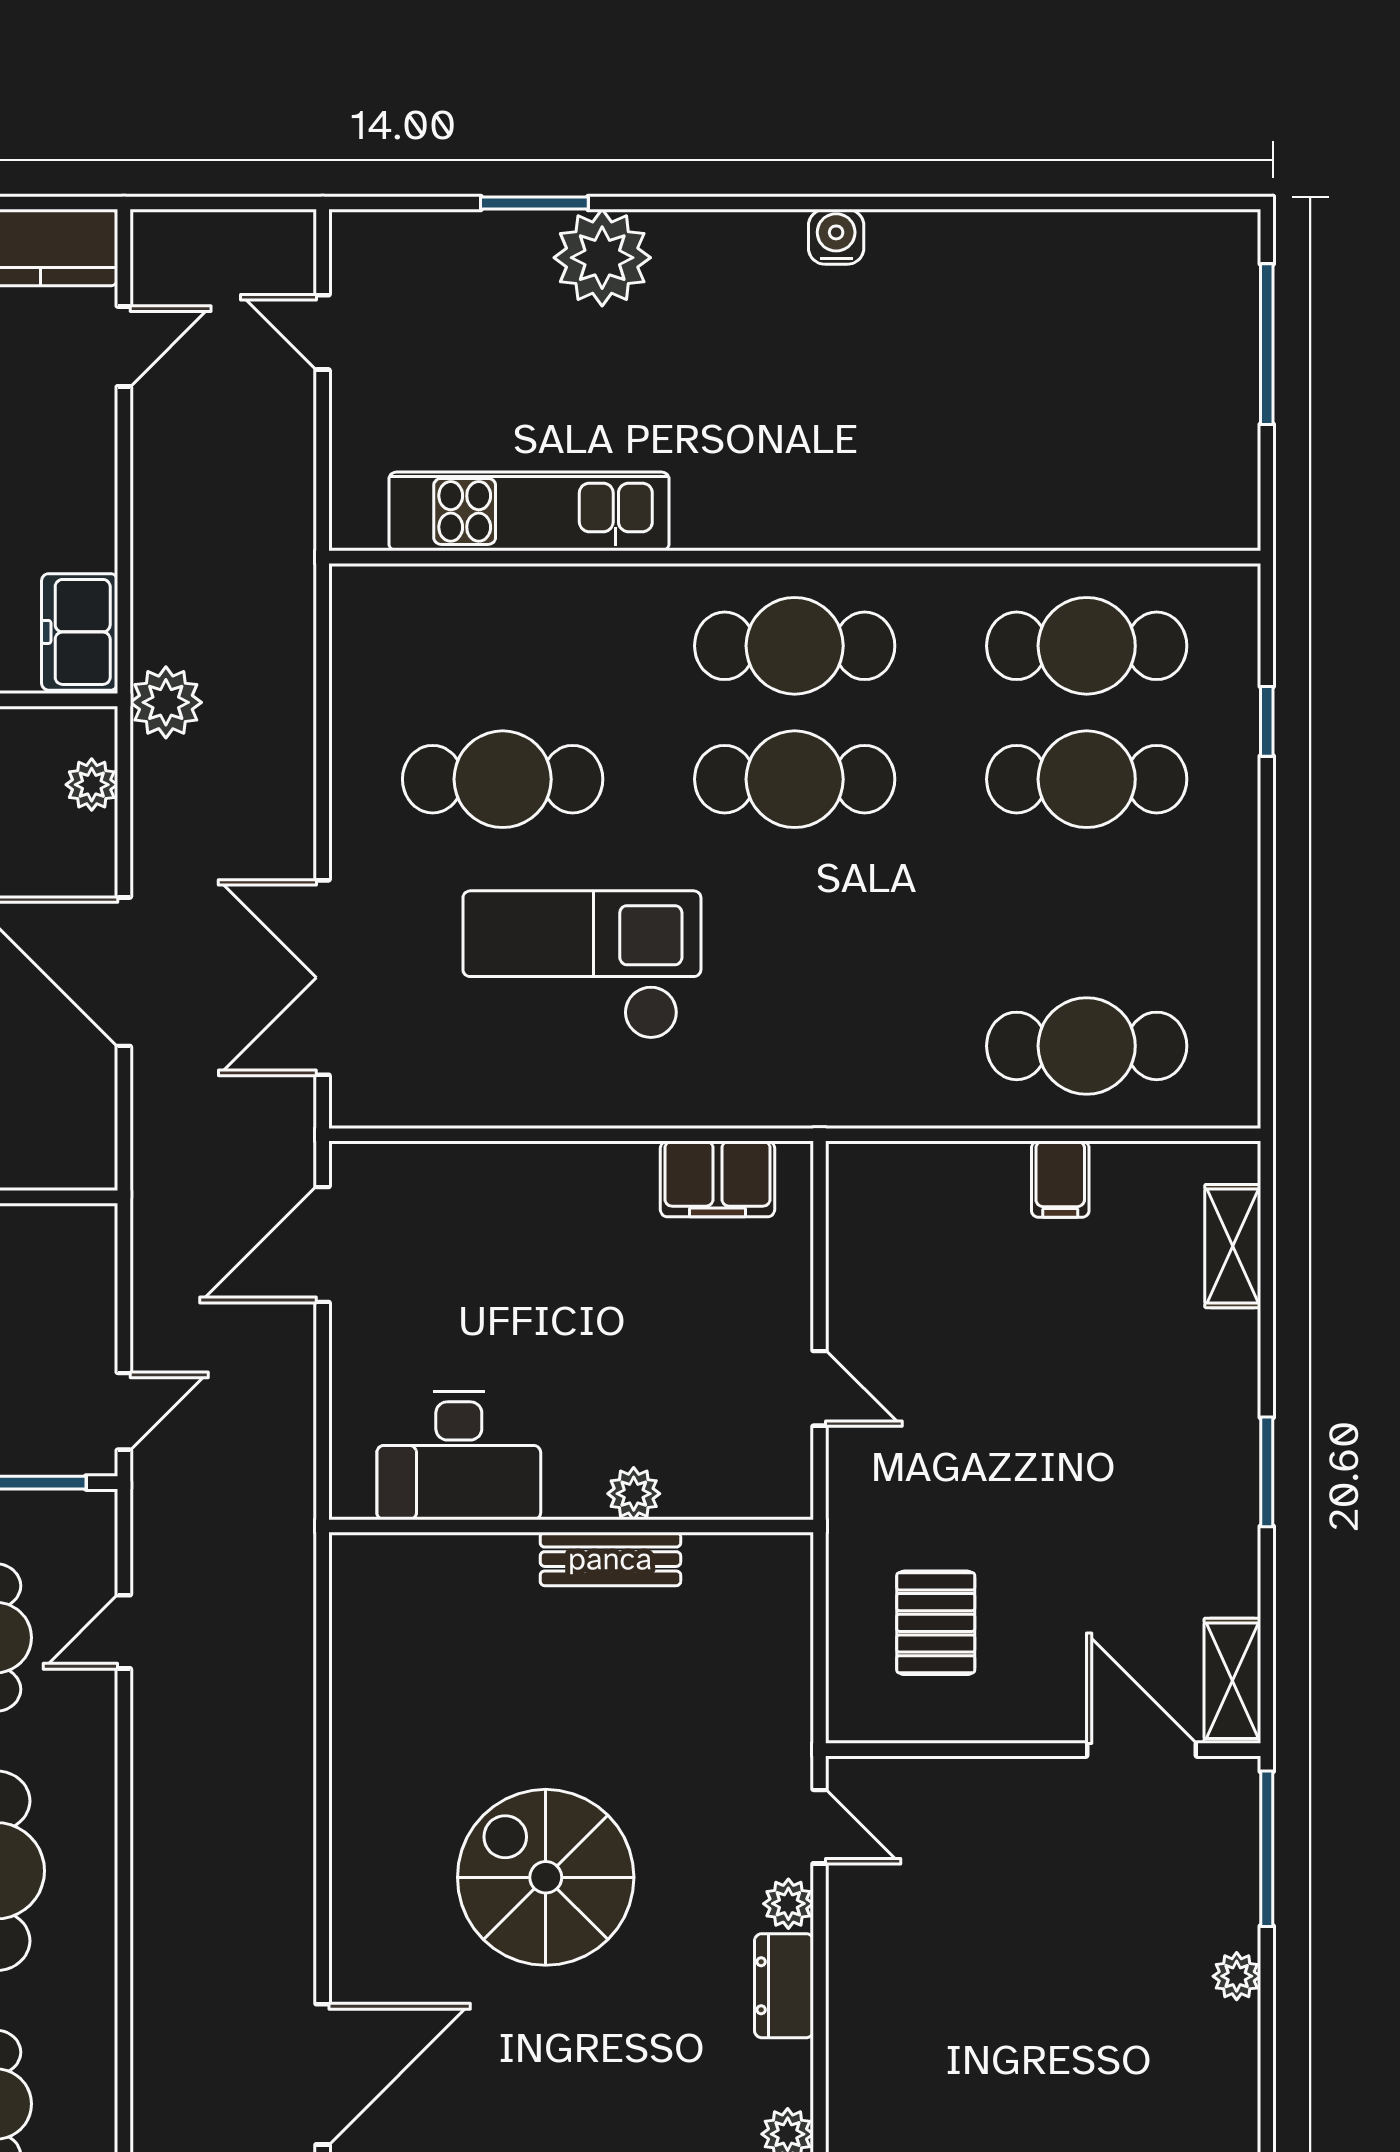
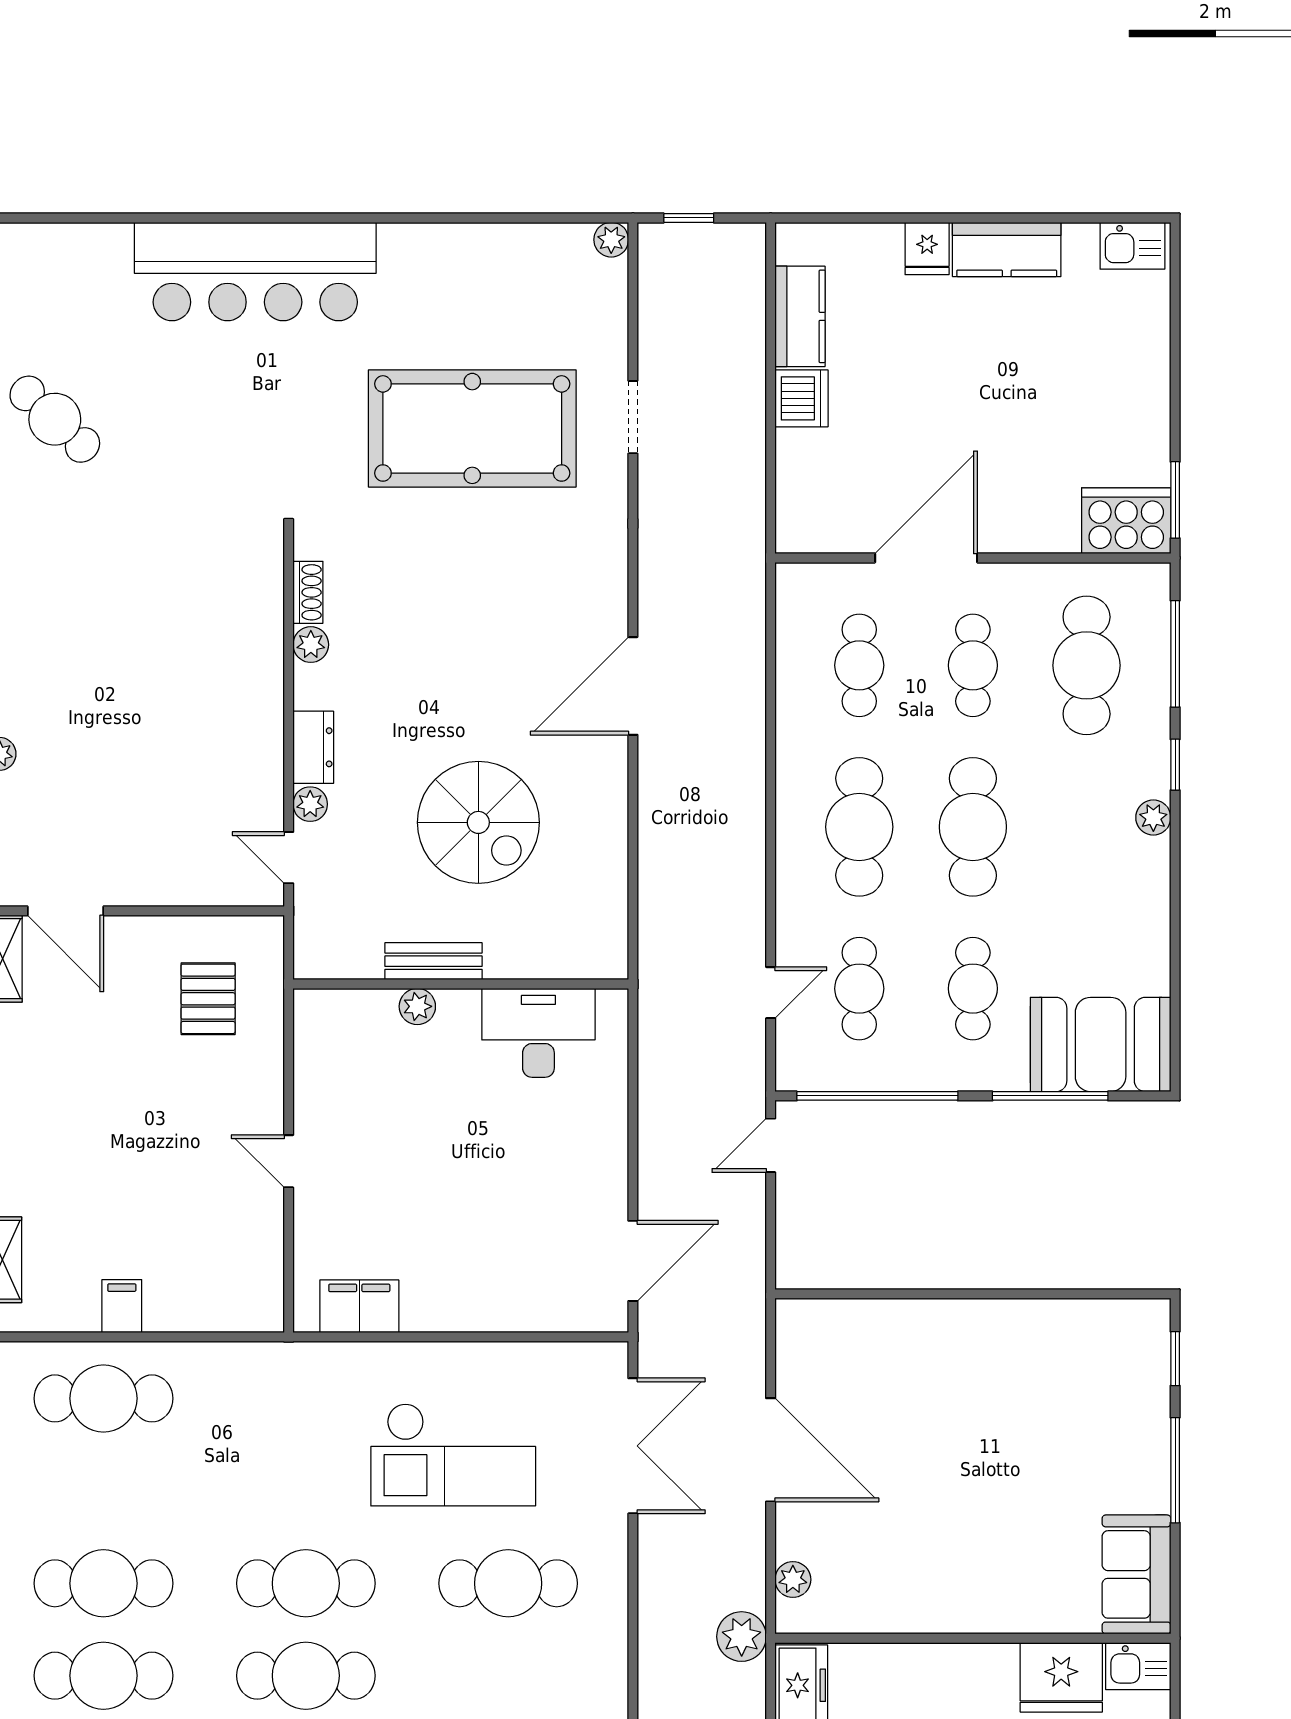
desk: (459, 1456) -> (538, 1033), moved
plant: (634, 1494) -> (417, 1006), moved
wall: (571, 1526) -> (461, 984), moved
bench: (610, 1559) -> (433, 961), moved

